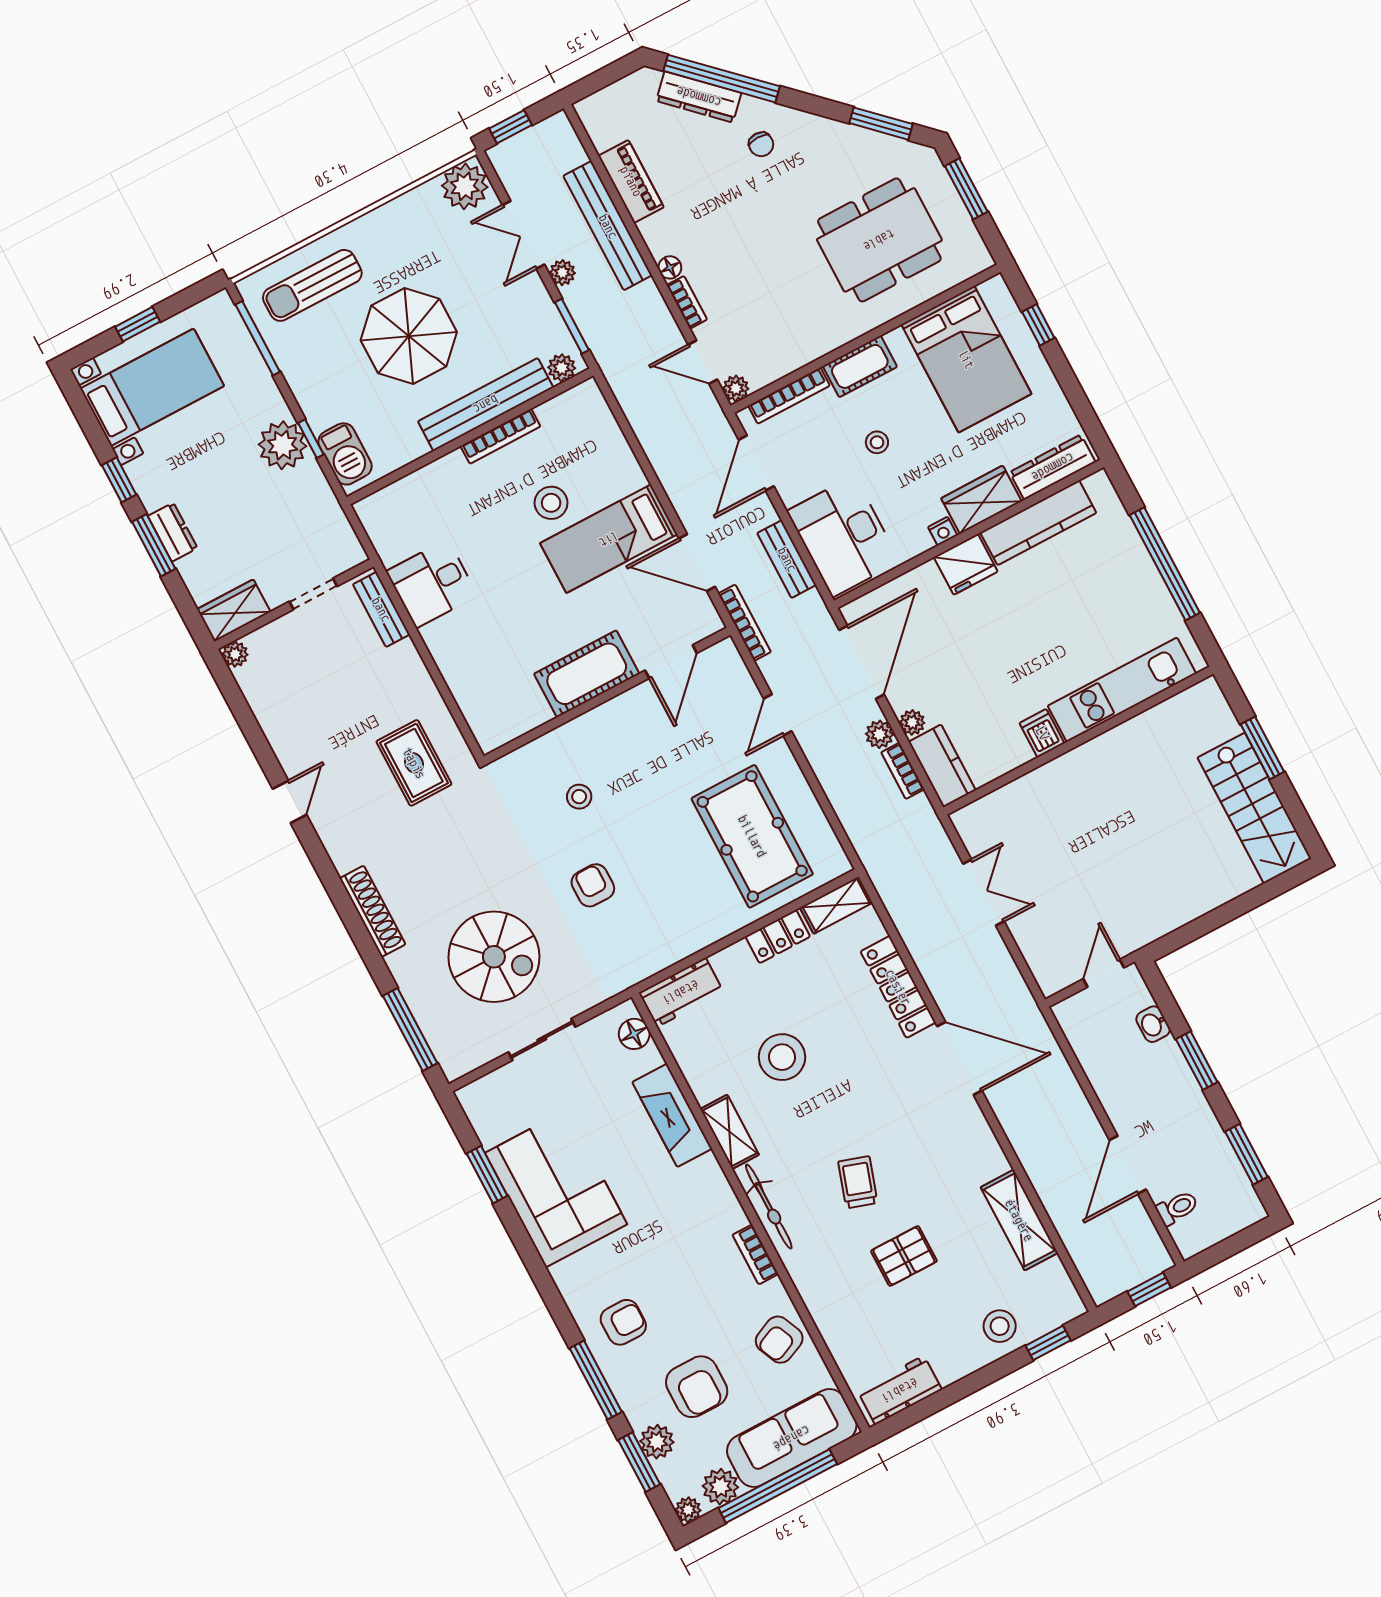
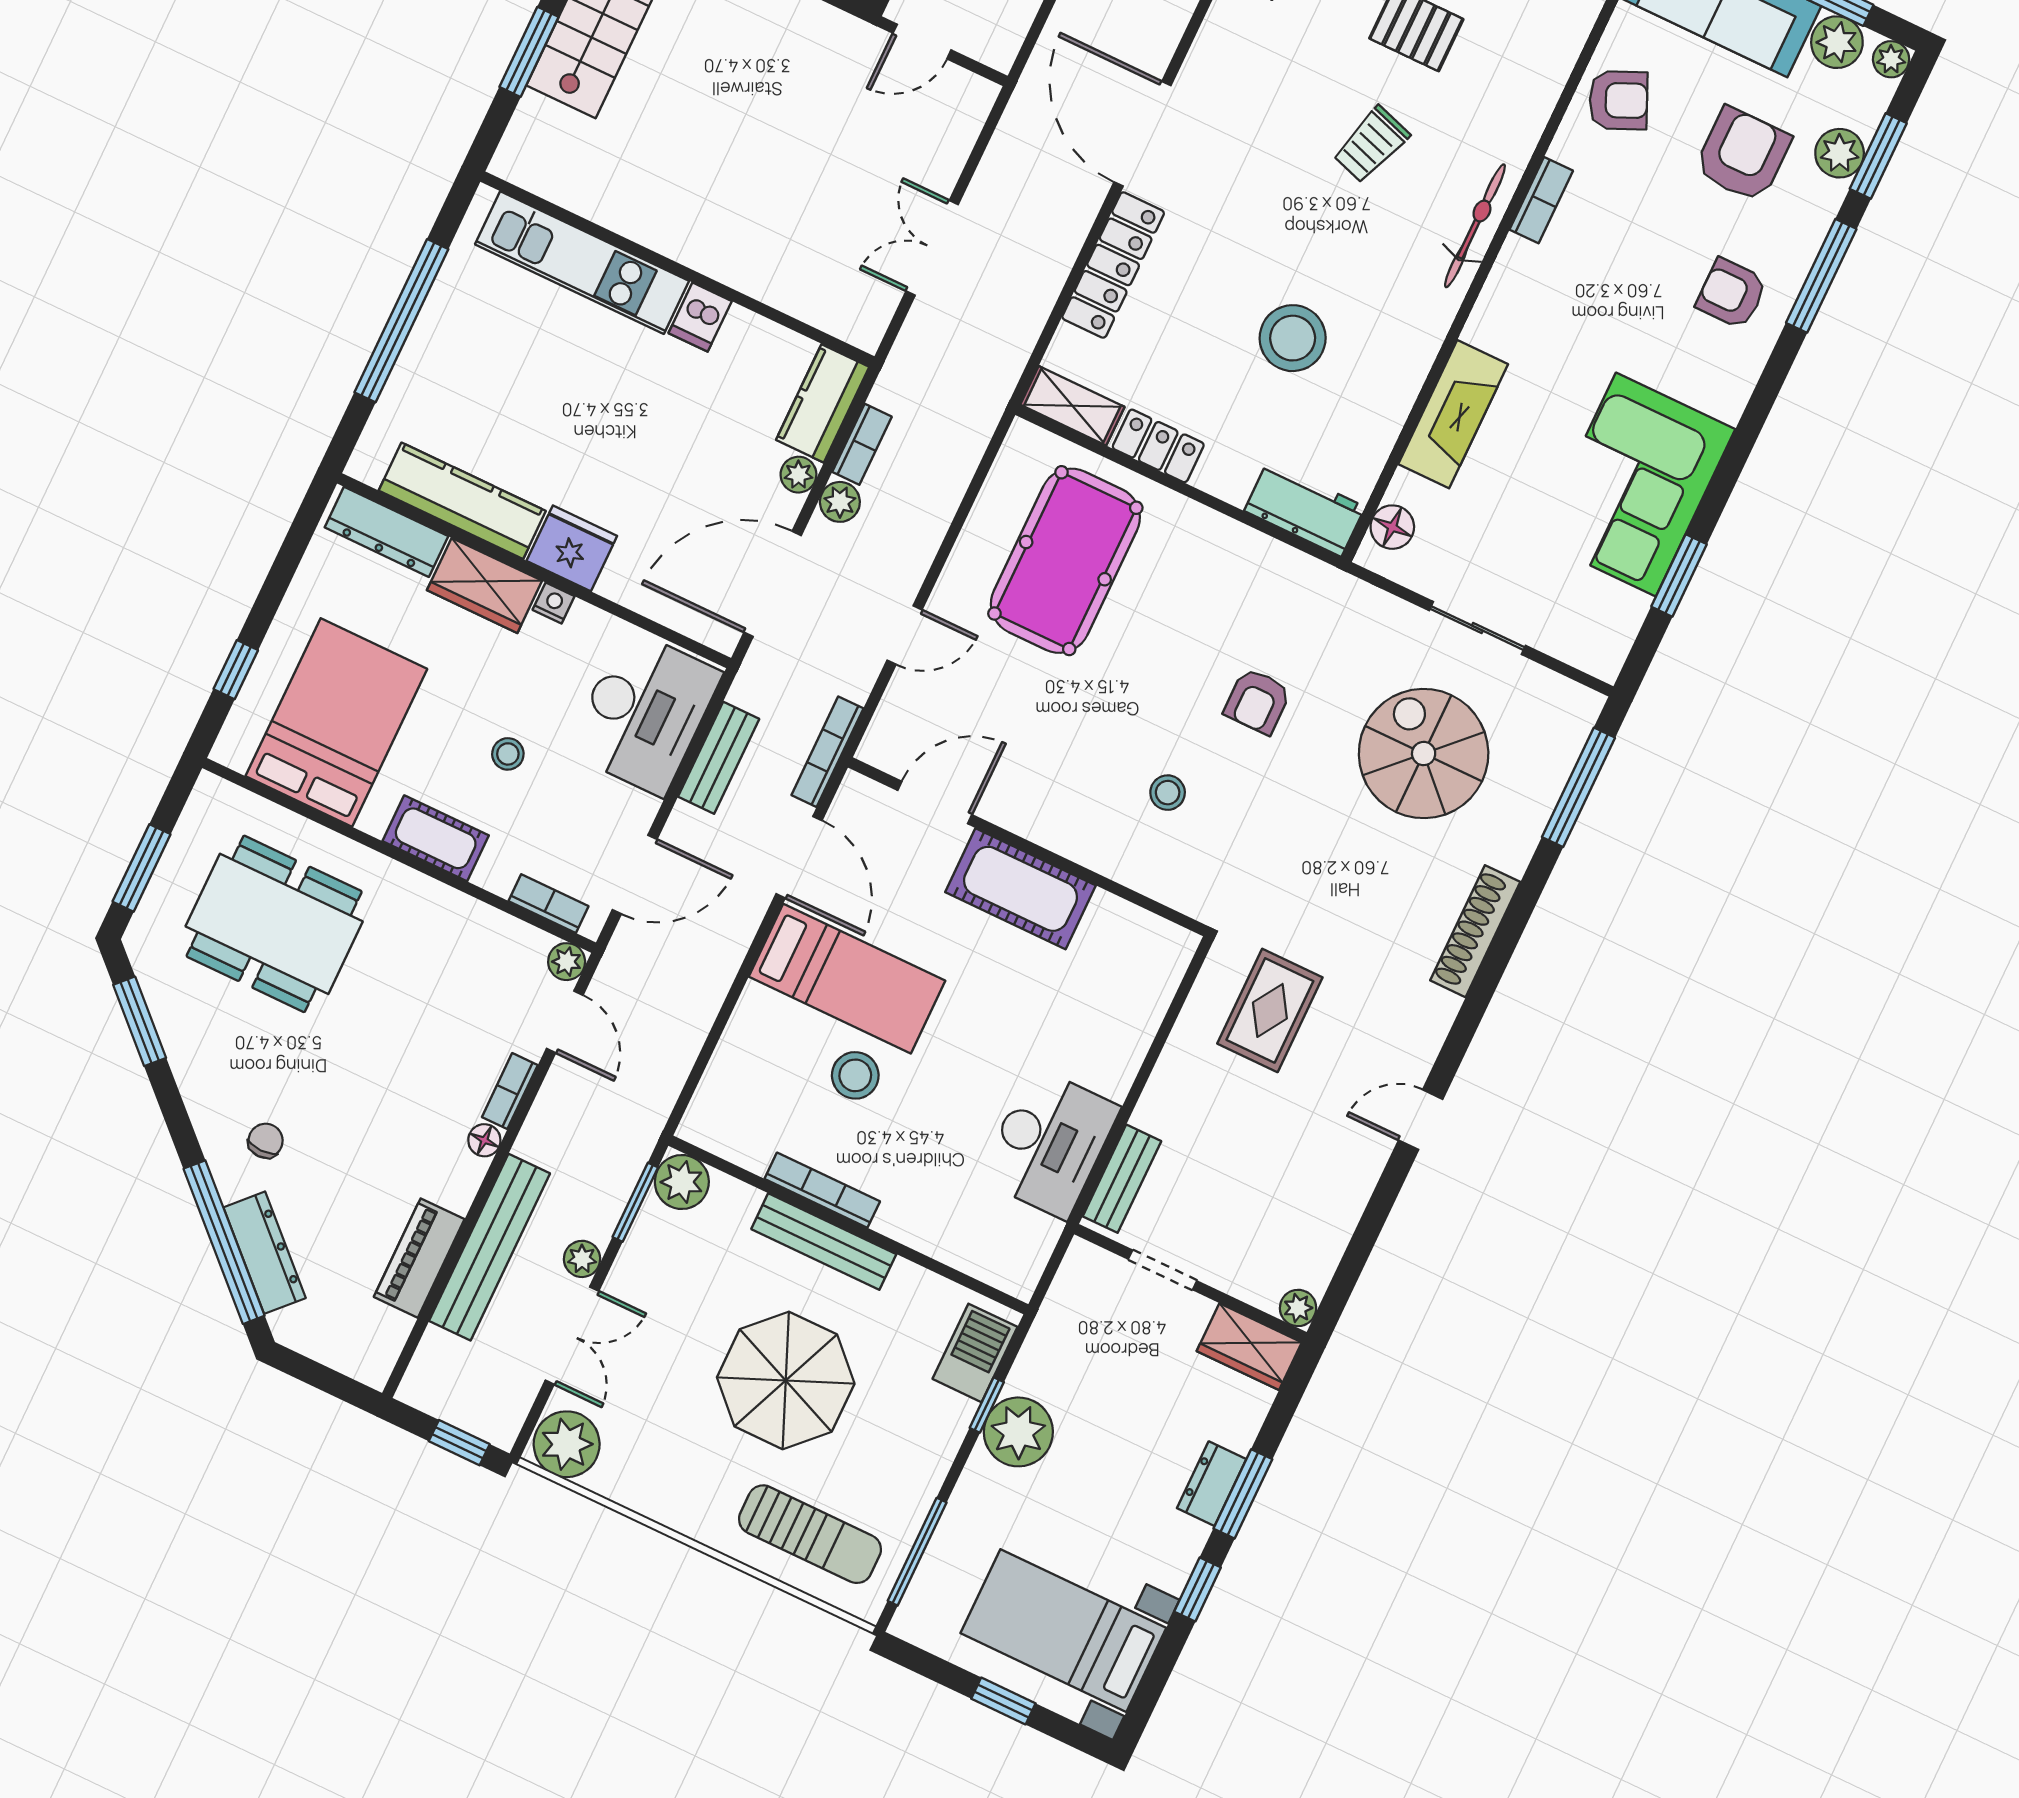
plant: (562, 368) -> (682, 1182), width x1.38, depth x1.38
bookcase: (789, 396) -> (548, 904), width x0.64
bench: (486, 404) -> (824, 1242), width x0.73, depth x0.82
desk: (432, 584) -> (1049, 1143), width x1.37
shelving: (730, 1132) -> (1423, 334), removed

